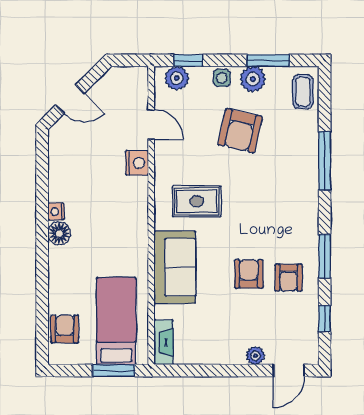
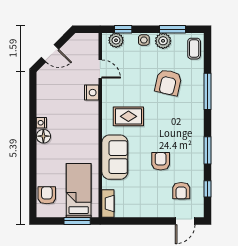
armchair: (240, 131) -> (168, 82), moved
armchair: (289, 278) -> (181, 191), moved
plant: (255, 356) -> (165, 212), removed

